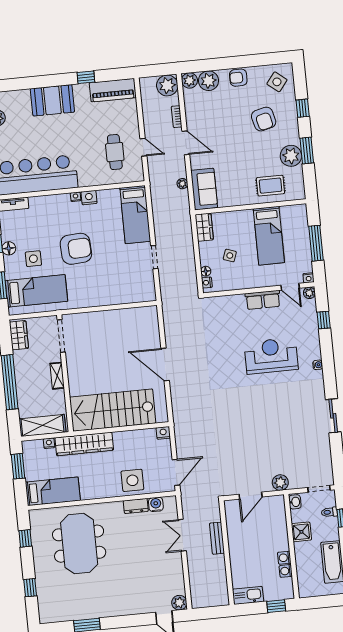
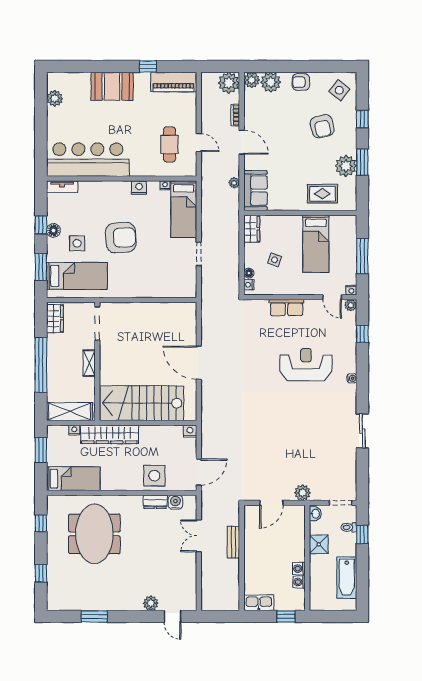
nightstand: (76, 197) -> (165, 185), moved
row of seats: (263, 300) -> (287, 308), moved
plant: (179, 603) -> (151, 603), moved

